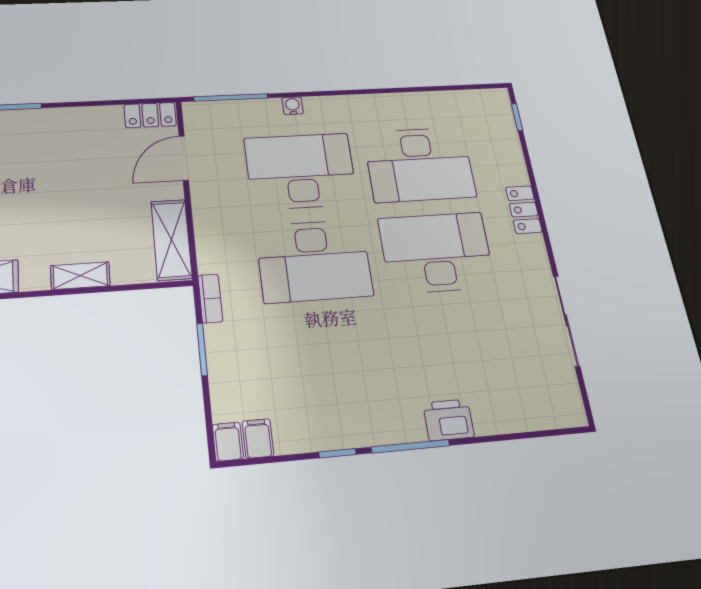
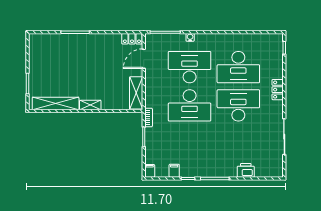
shelving: (80, 276) -> (90, 105), moved
printer: (448, 420) -> (246, 170), moved
filing cabinet: (258, 439) -> (174, 171), moved

